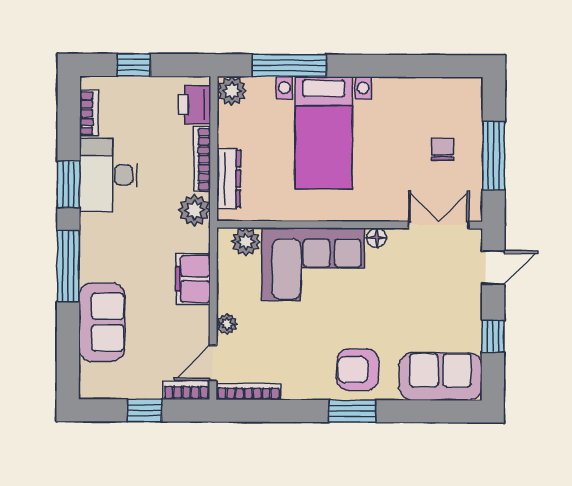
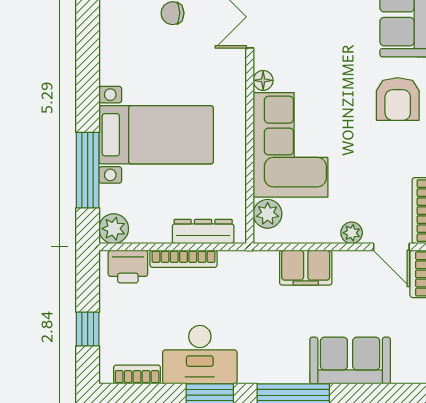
plant: (194, 210) -> (236, 266), removed

